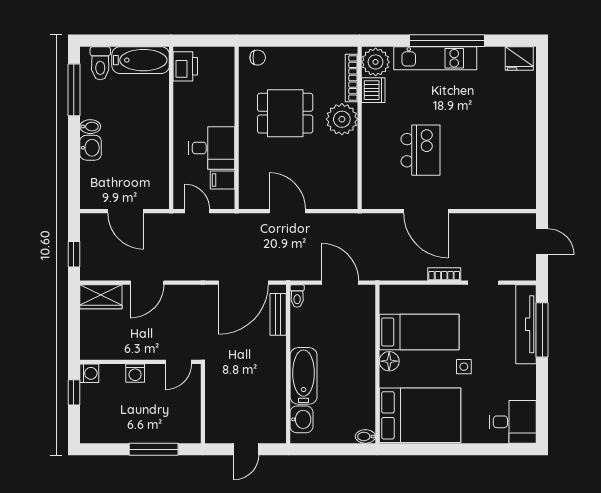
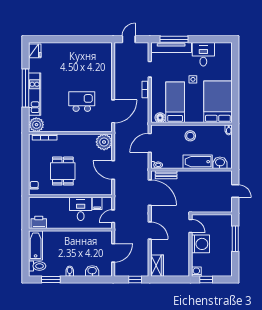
window: (74, 90) -> (51, 280), width x0.69
dishwasher: (373, 90) -> (51, 126), removed
plant: (342, 119) -> (104, 142), moved
washbasin: (91, 148) -> (92, 271), moved
door: (287, 211) -> (113, 170), hinge flipped
door: (426, 211) -> (113, 111), moved
door: (147, 283) -> (150, 231), moved
floor lamp: (389, 361) -> (160, 118), moved
stool: (354, 362) -> (190, 136), added
washing machine: (135, 373) -> (200, 244), width x1.89, depth x1.89
desk: (513, 422) -> (203, 54), moved

